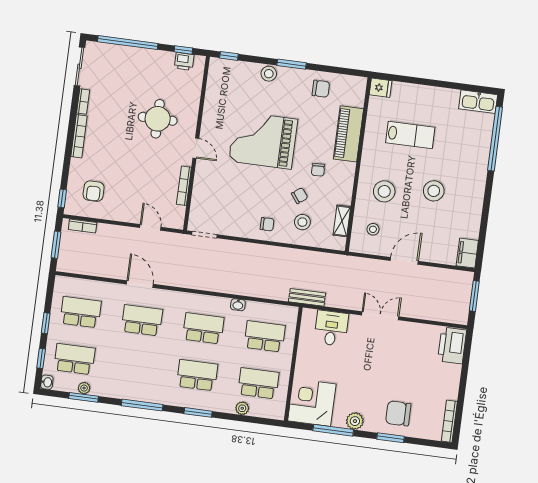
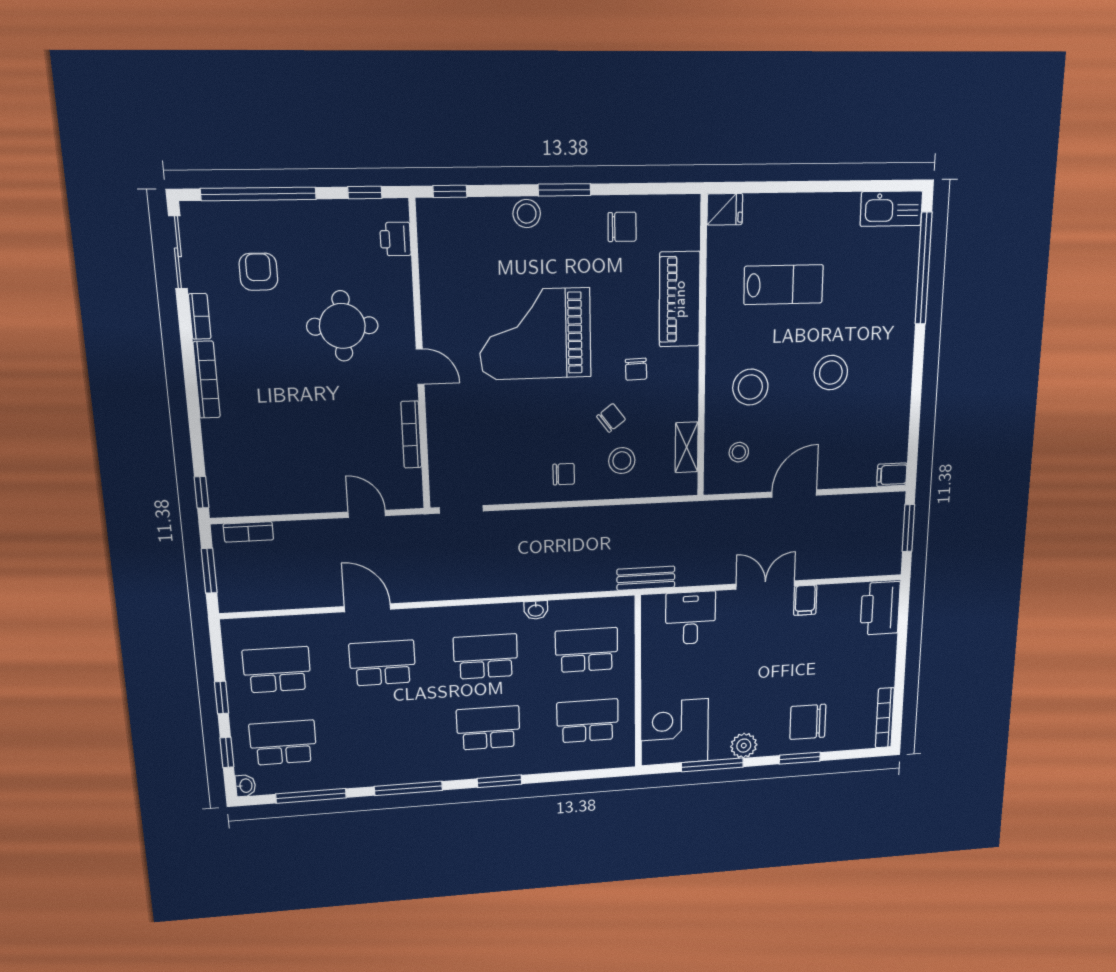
printer: (184, 61) -> (395, 239), moved, turned 90
armchair: (94, 191) -> (258, 272), moved, turned 180
filing cabinet: (467, 253) -> (892, 475), width x0.50
filing cabinet: (404, 331) -> (805, 600), added
plant: (84, 388) -> (309, 782), removed
window: (84, 397) -> (311, 796), width x1.44
plant: (242, 408) -> (568, 762), removed

